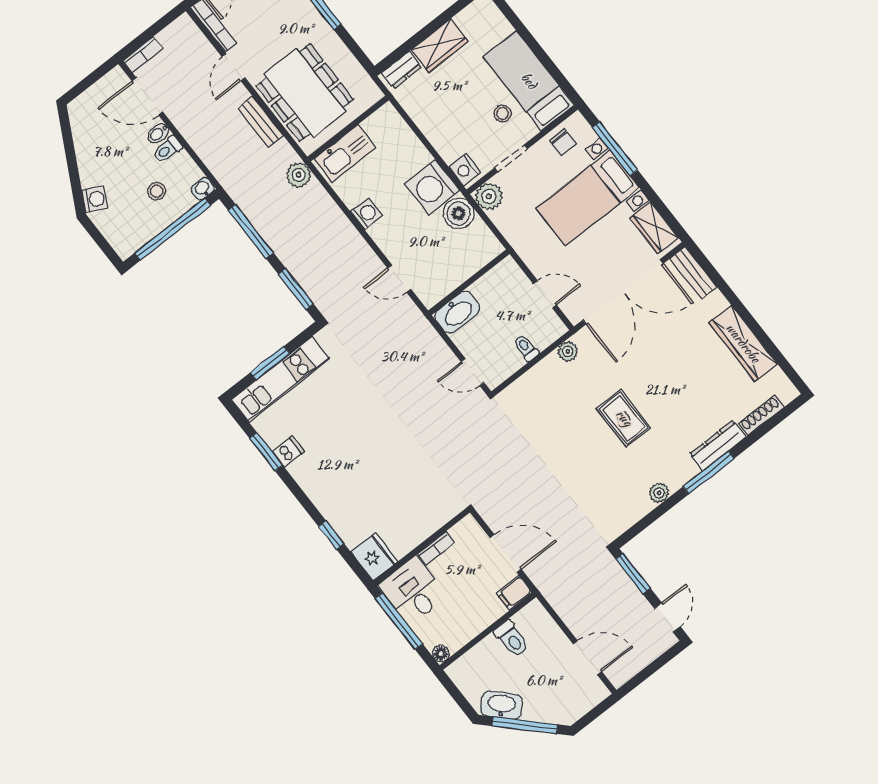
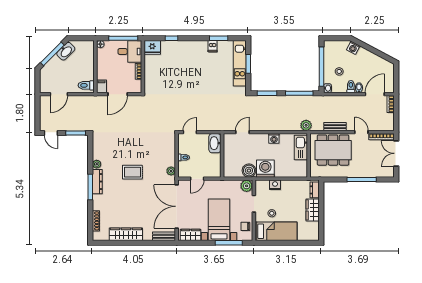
nightstand: (465, 170) -> (275, 185), moved
dresser: (718, 445) -> (97, 182), moved
toilet: (512, 639) -> (86, 85), moved

